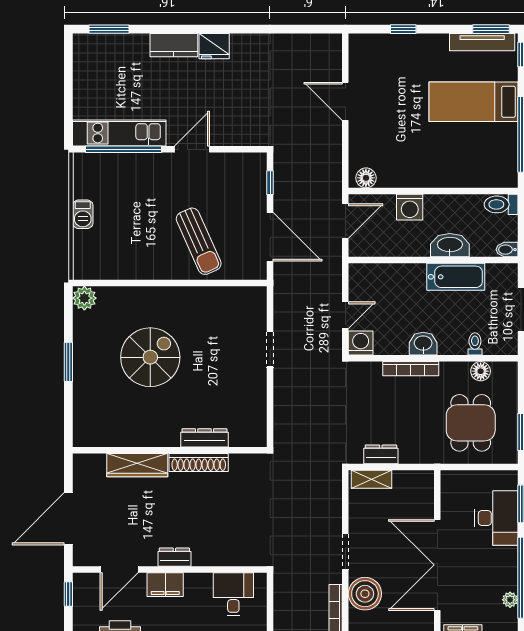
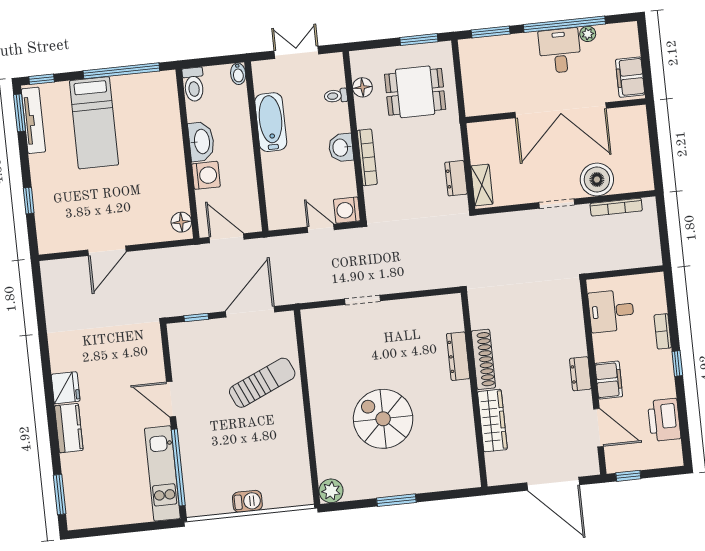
washbasin: (450, 245) -> (201, 142), moved, turned 180
desk: (496, 518) -> (560, 51), moved, width x0.73

